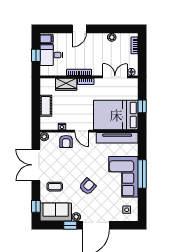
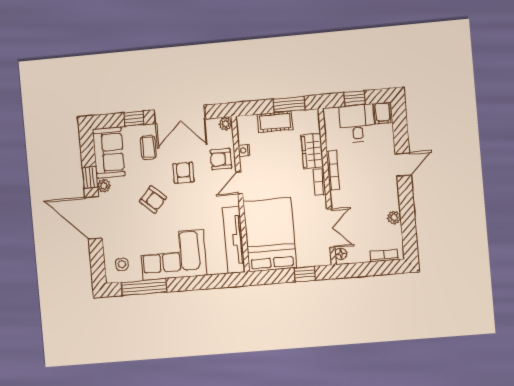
door: (79, 29) -> (403, 164), swing flipped
window: (36, 96) -> (289, 104), added
window: (142, 106) -> (305, 274), moved
double door: (36, 165) -> (180, 114), swing flipped
armchair: (72, 166) -> (183, 173), added
window: (142, 174) -> (144, 287), moved
window: (36, 206) -> (134, 119), moved

